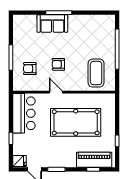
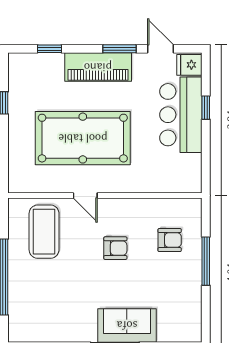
door: (56, 92) -> (85, 196), moved
bar counter: (24, 113) -> (181, 115), moved
piano: (94, 160) -> (98, 67), moved

